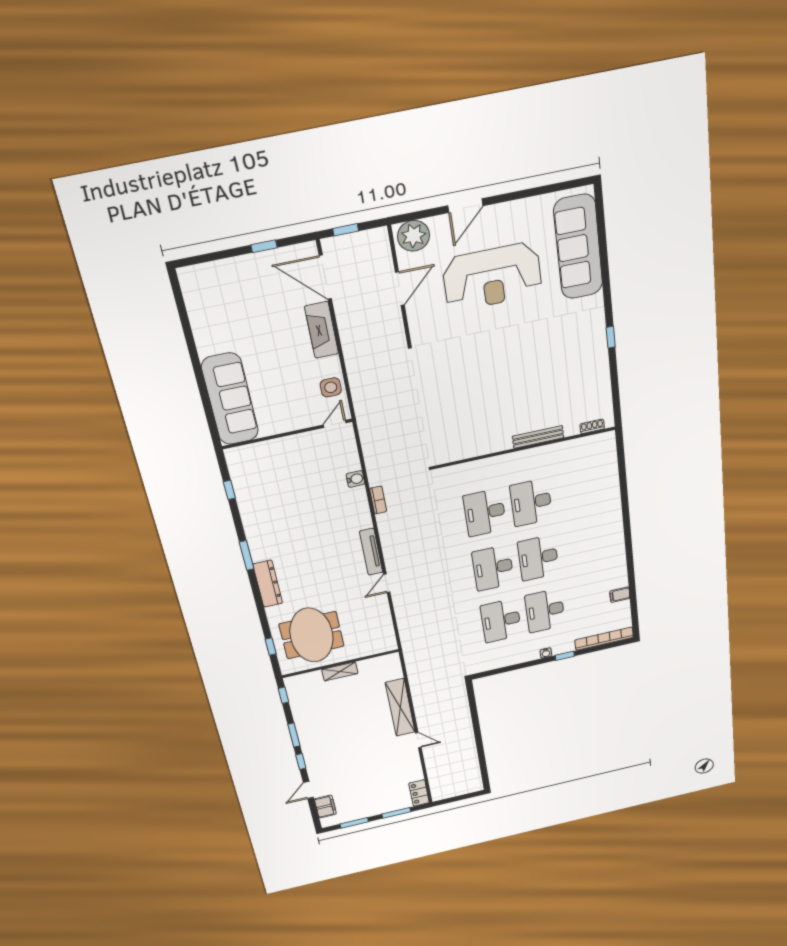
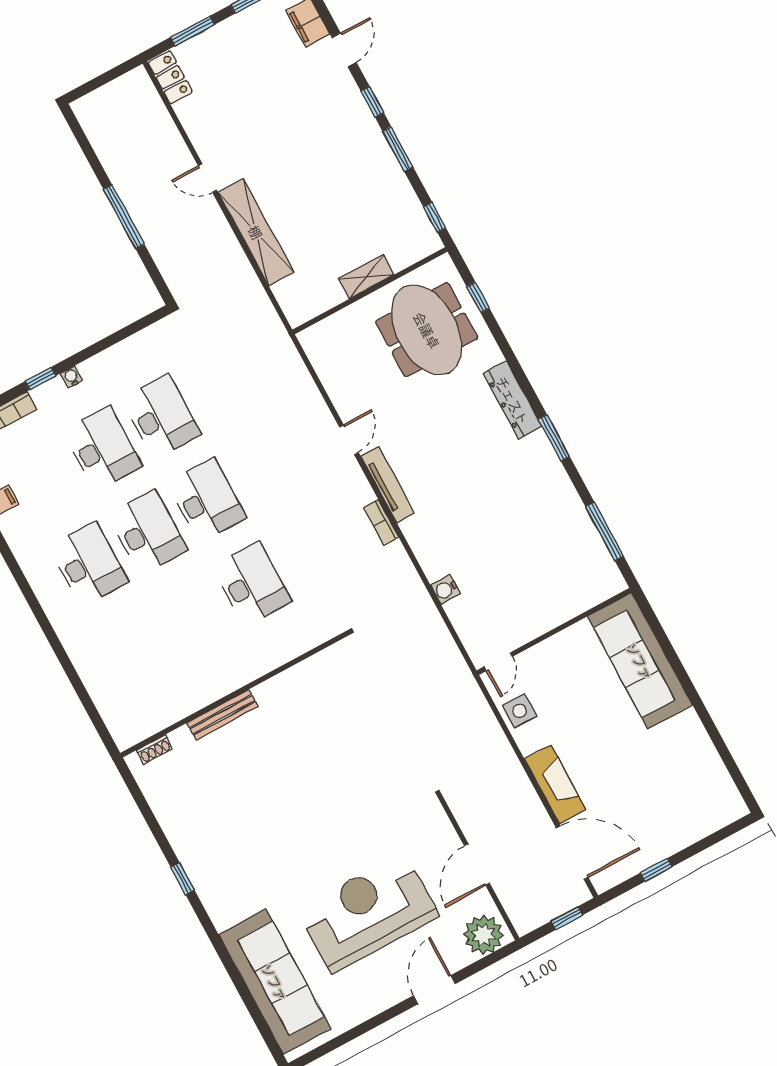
window: (229, 490) -> (605, 532), width x2.17
bookcase: (378, 500) -> (381, 522), moved
desk: (531, 502) -> (89, 564), moved
window: (477, 729) -> (124, 217), added

